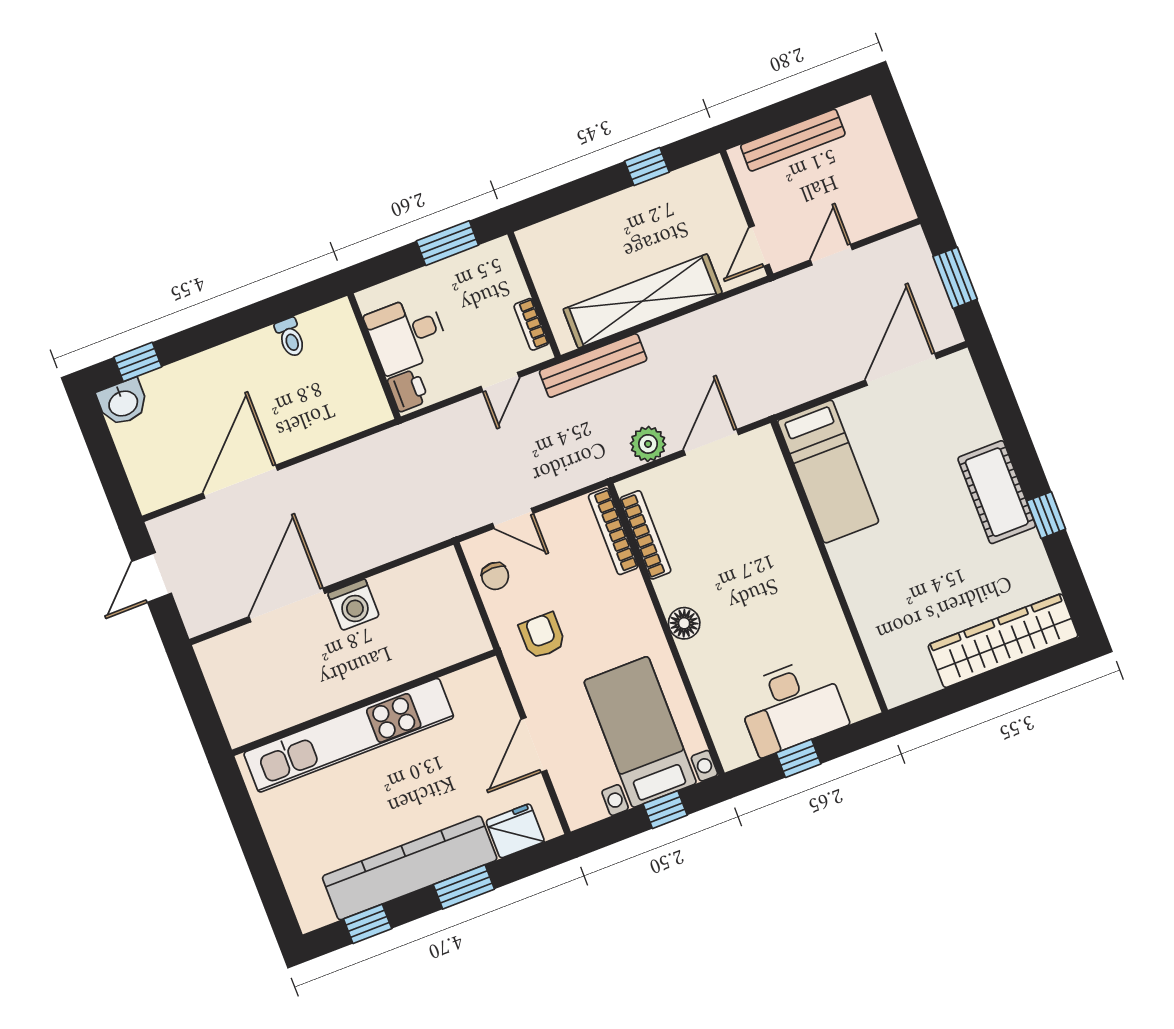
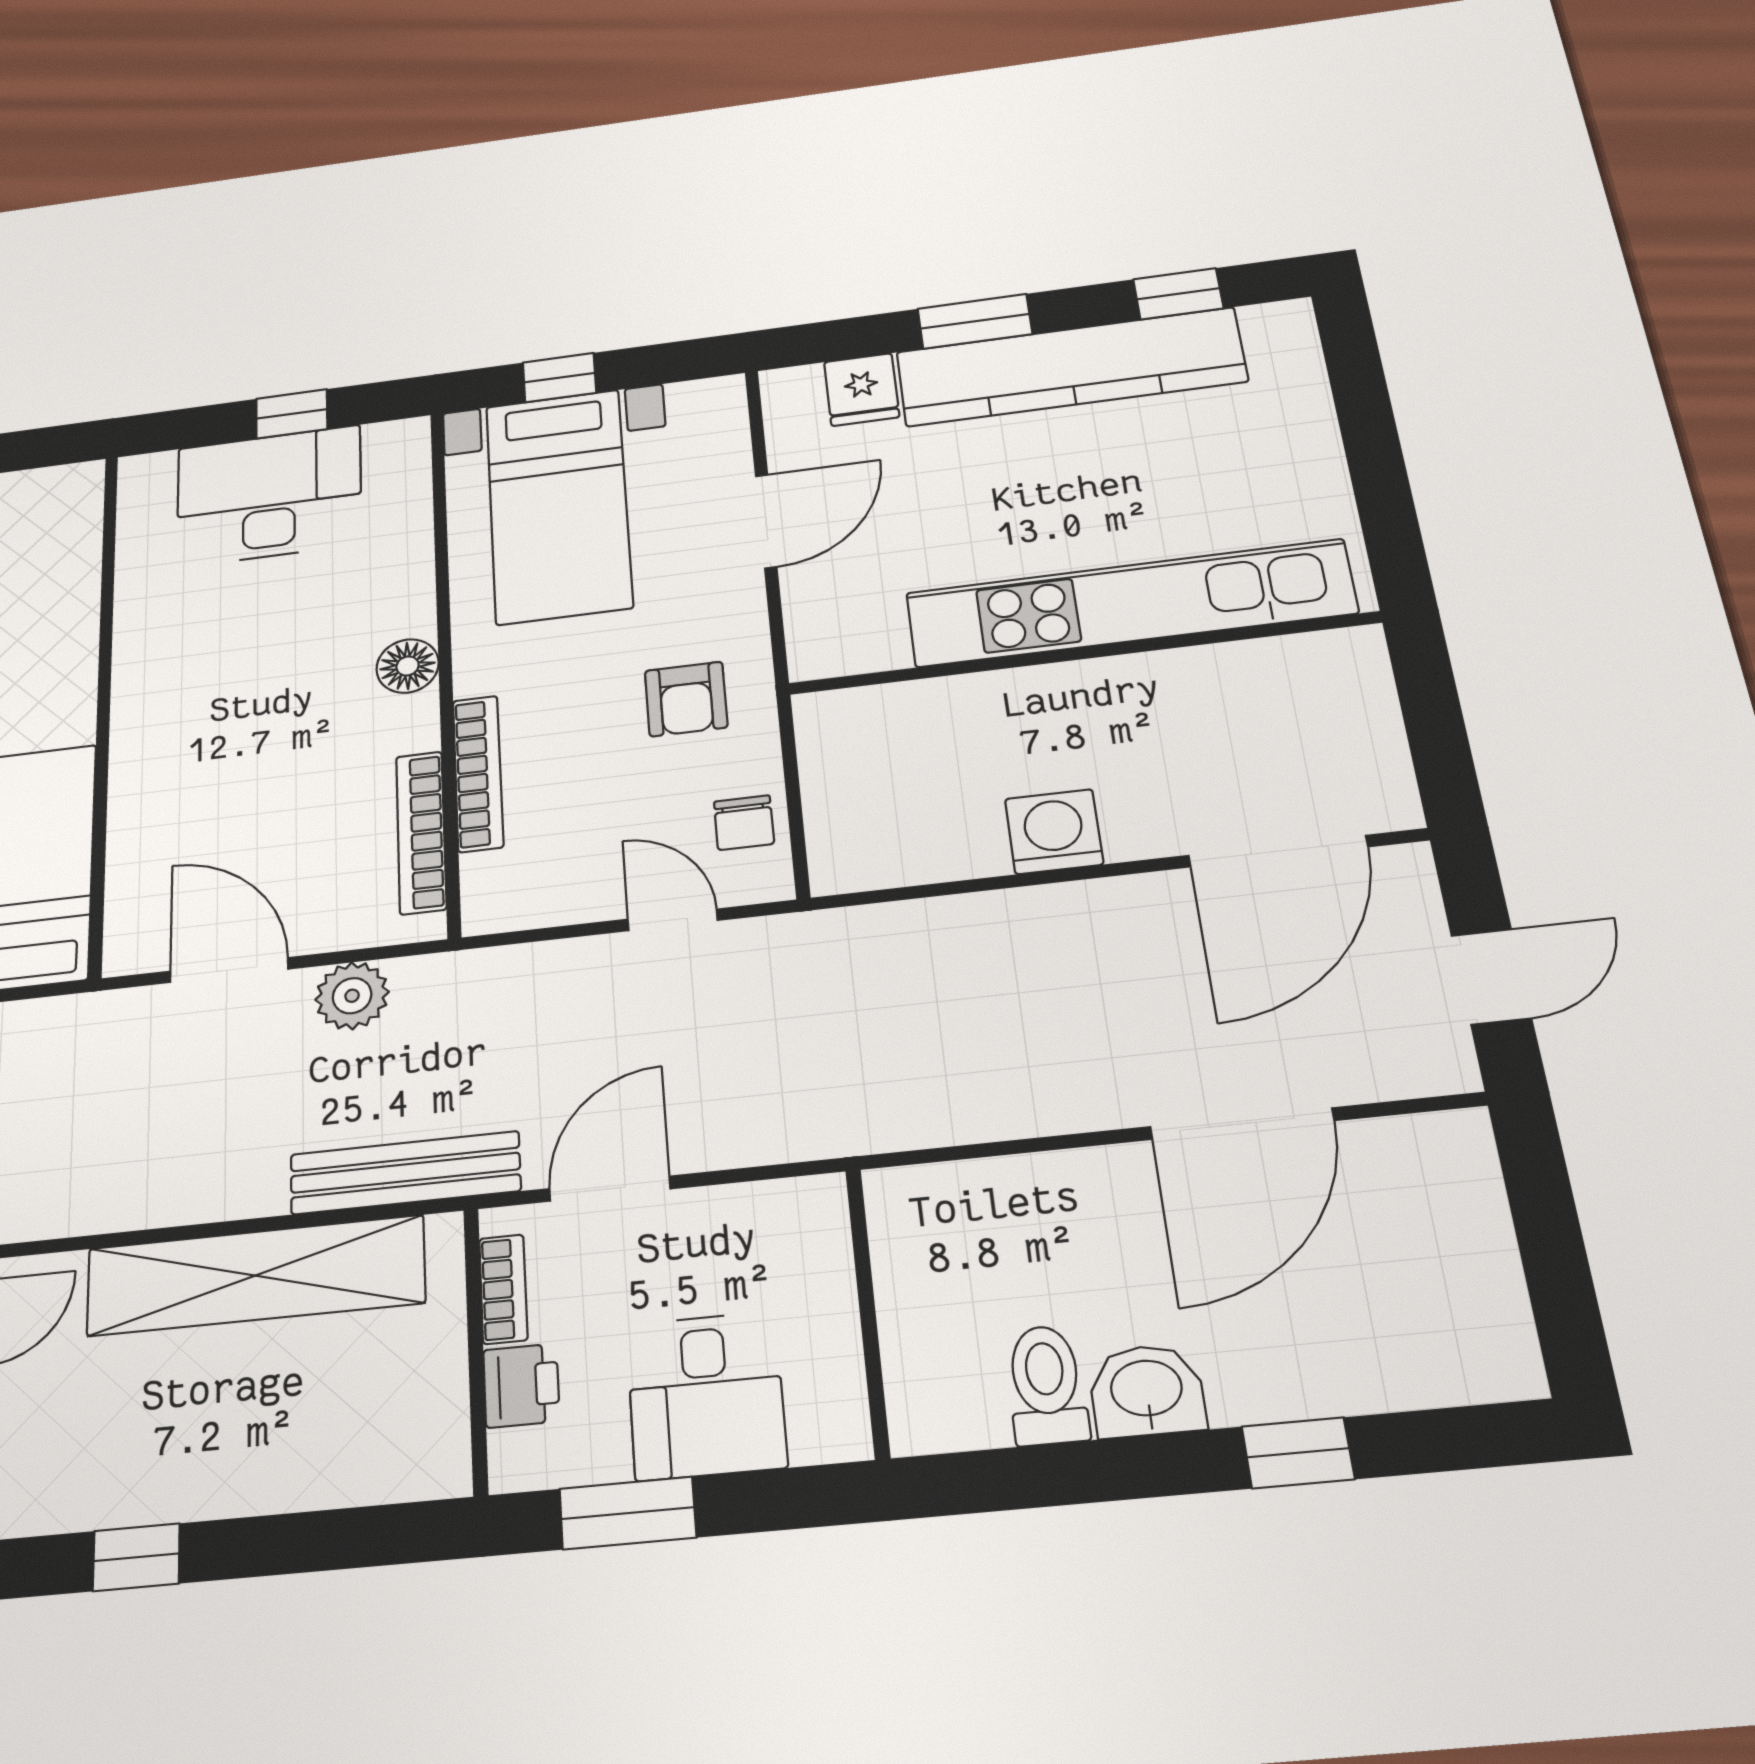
desk: (407, 334) -> (706, 1395), moved, turned 90
toilet: (290, 337) -> (1046, 1385), width x1.37, depth x1.39
window: (138, 362) -> (1298, 1453), moved
door: (500, 382) -> (610, 1189), width x1.38
printer: (408, 390) -> (521, 1386), moved, turned 180
washbasin: (123, 402) -> (1147, 1391), moved
door: (711, 442) -> (229, 970), swing flipped
bookcase: (613, 531) -> (478, 773), moved
chair: (495, 576) -> (744, 823), turned 180
door: (287, 605) -> (1278, 851), moved
fridge: (515, 831) -> (862, 390), width x0.72

